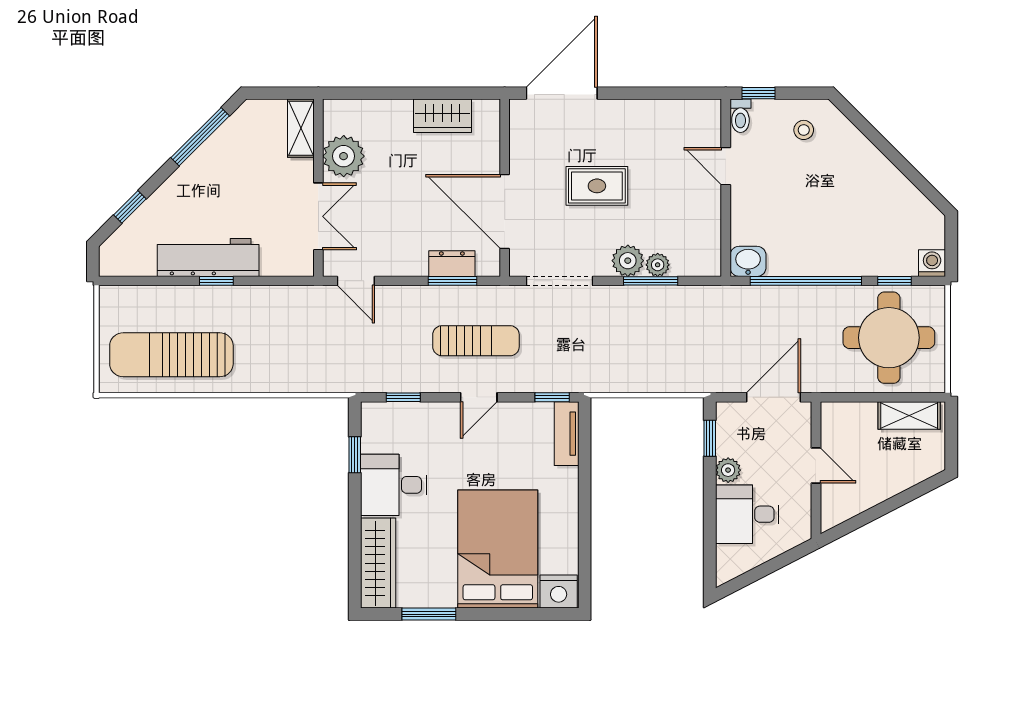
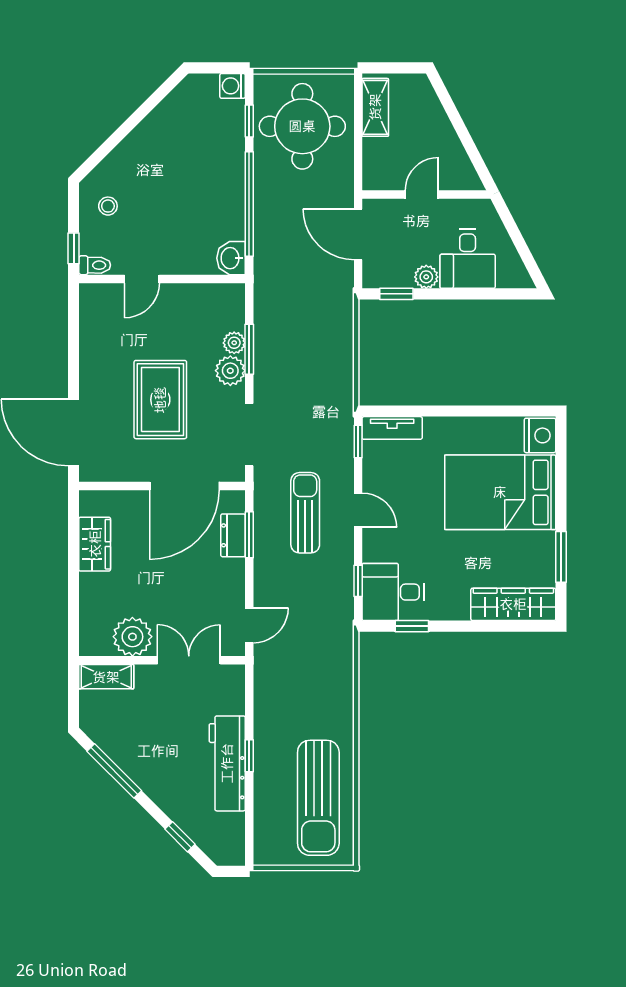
rug: (597, 186) -> (160, 400), width x1.36, depth x1.43
desk: (394, 485) -> (393, 592), moved, turned 90

